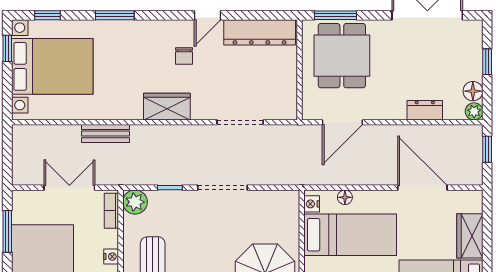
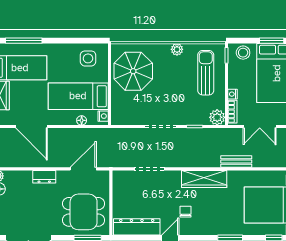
dining table: (342, 56) -> (84, 212), turned 90
wardrobe: (167, 107) -> (204, 179), width x1.50
dresser: (425, 110) -> (44, 177), moved
nightstand: (111, 257) -> (233, 94), moved

